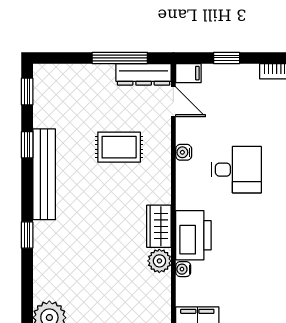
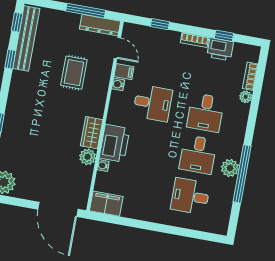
filing cabinet: (188, 73) -> (124, 72), moved
rug: (119, 147) -> (74, 73), turned 90
bench: (44, 174) -> (26, 38), moved

